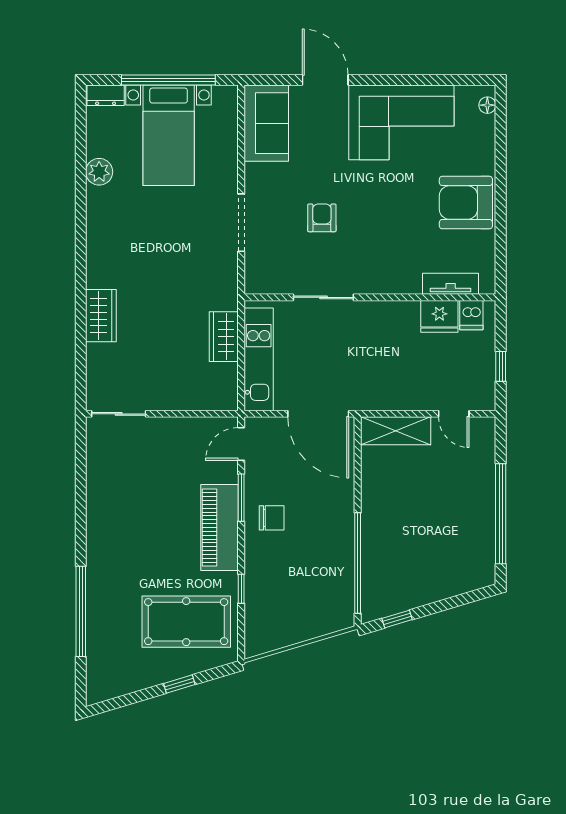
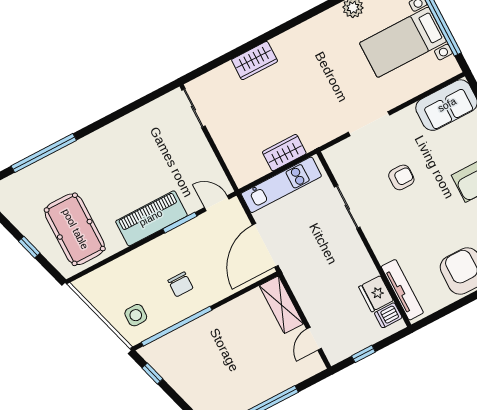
tv unit: (451, 284) -> (402, 290), width x1.41
chair: (272, 518) -> (180, 284), moved
window: (241, 589) -> (117, 255), removed
side table: (321, 603) -> (136, 315), added

